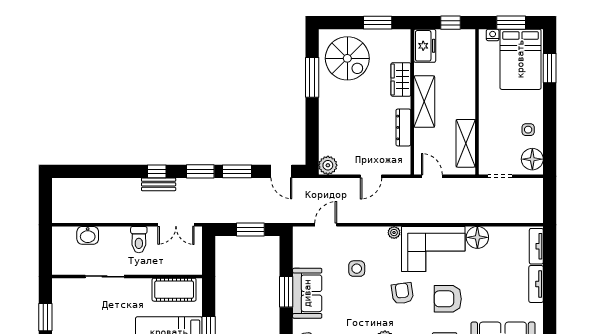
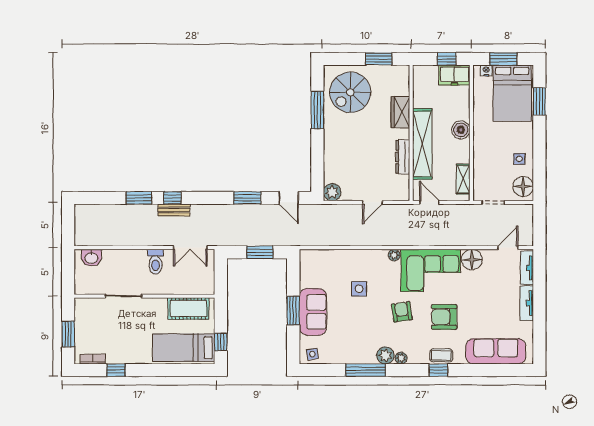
freezer: (425, 46) -> (454, 75), moved, turned 90
spiral stairs: (347, 58) -> (350, 92), turned 90
boiler: (466, 99) -> (461, 130), added
shelving: (424, 102) -> (422, 144), width x1.47
shelving: (466, 143) -> (463, 179), width x0.67, depth x0.75
window: (200, 171) -> (139, 198), moved
door: (326, 225) -> (508, 248), moved
washbasin: (88, 235) -> (91, 258), moved

